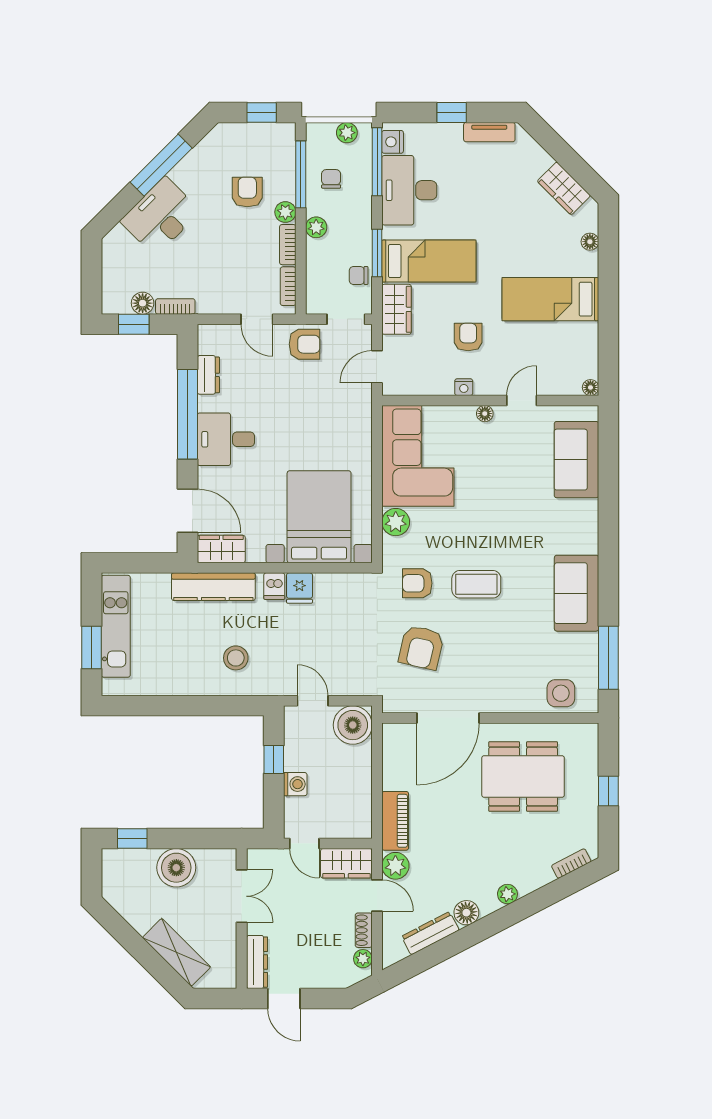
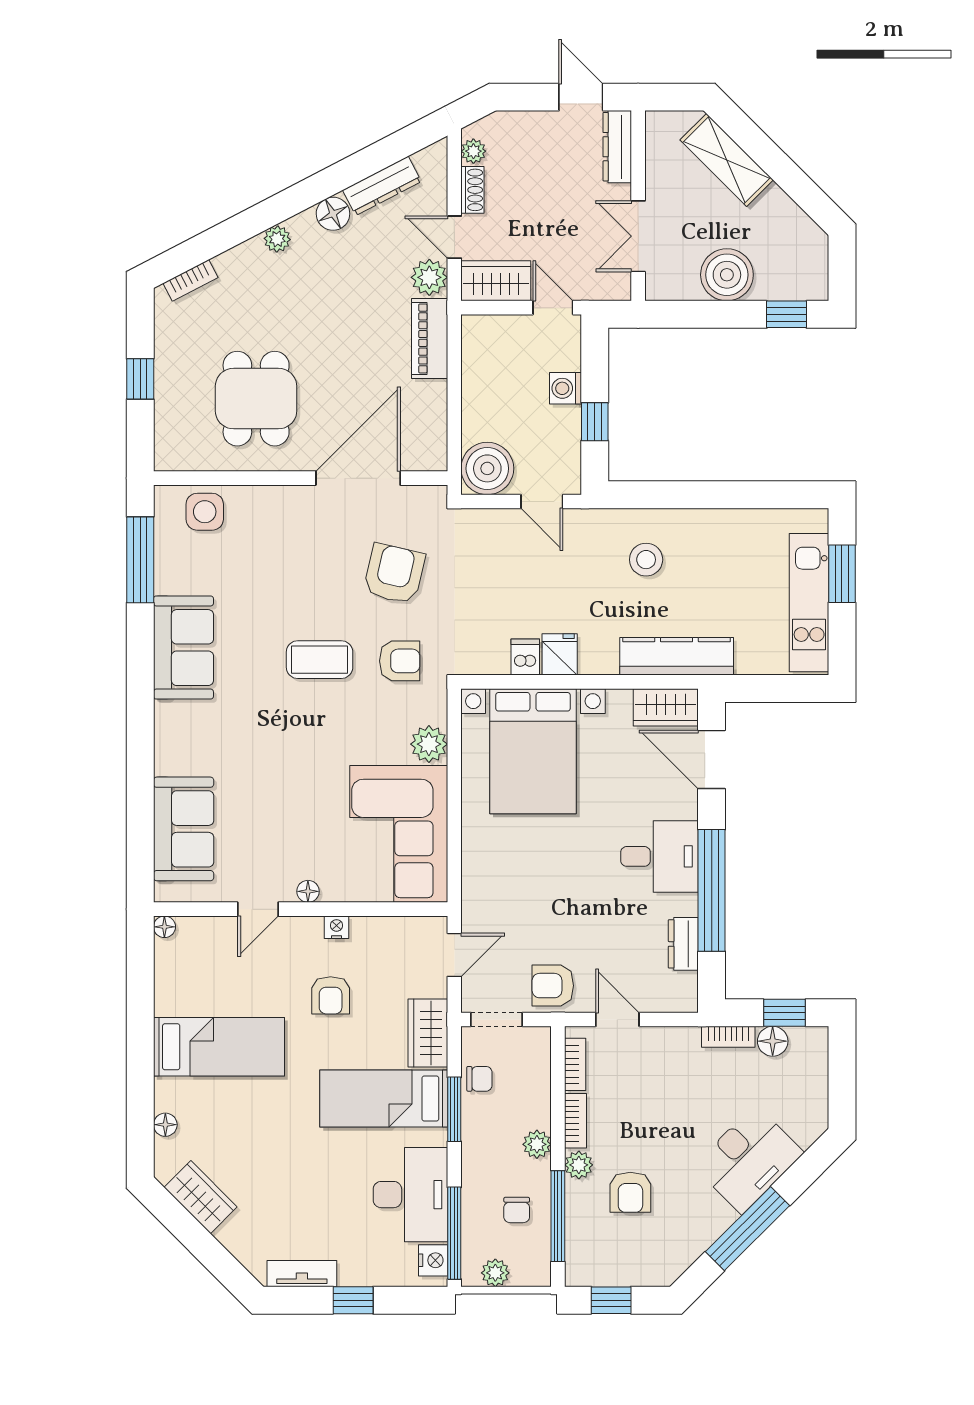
dishwasher: (274, 586) -> (525, 657), moved
dining table: (523, 776) -> (256, 399), width x0.73

